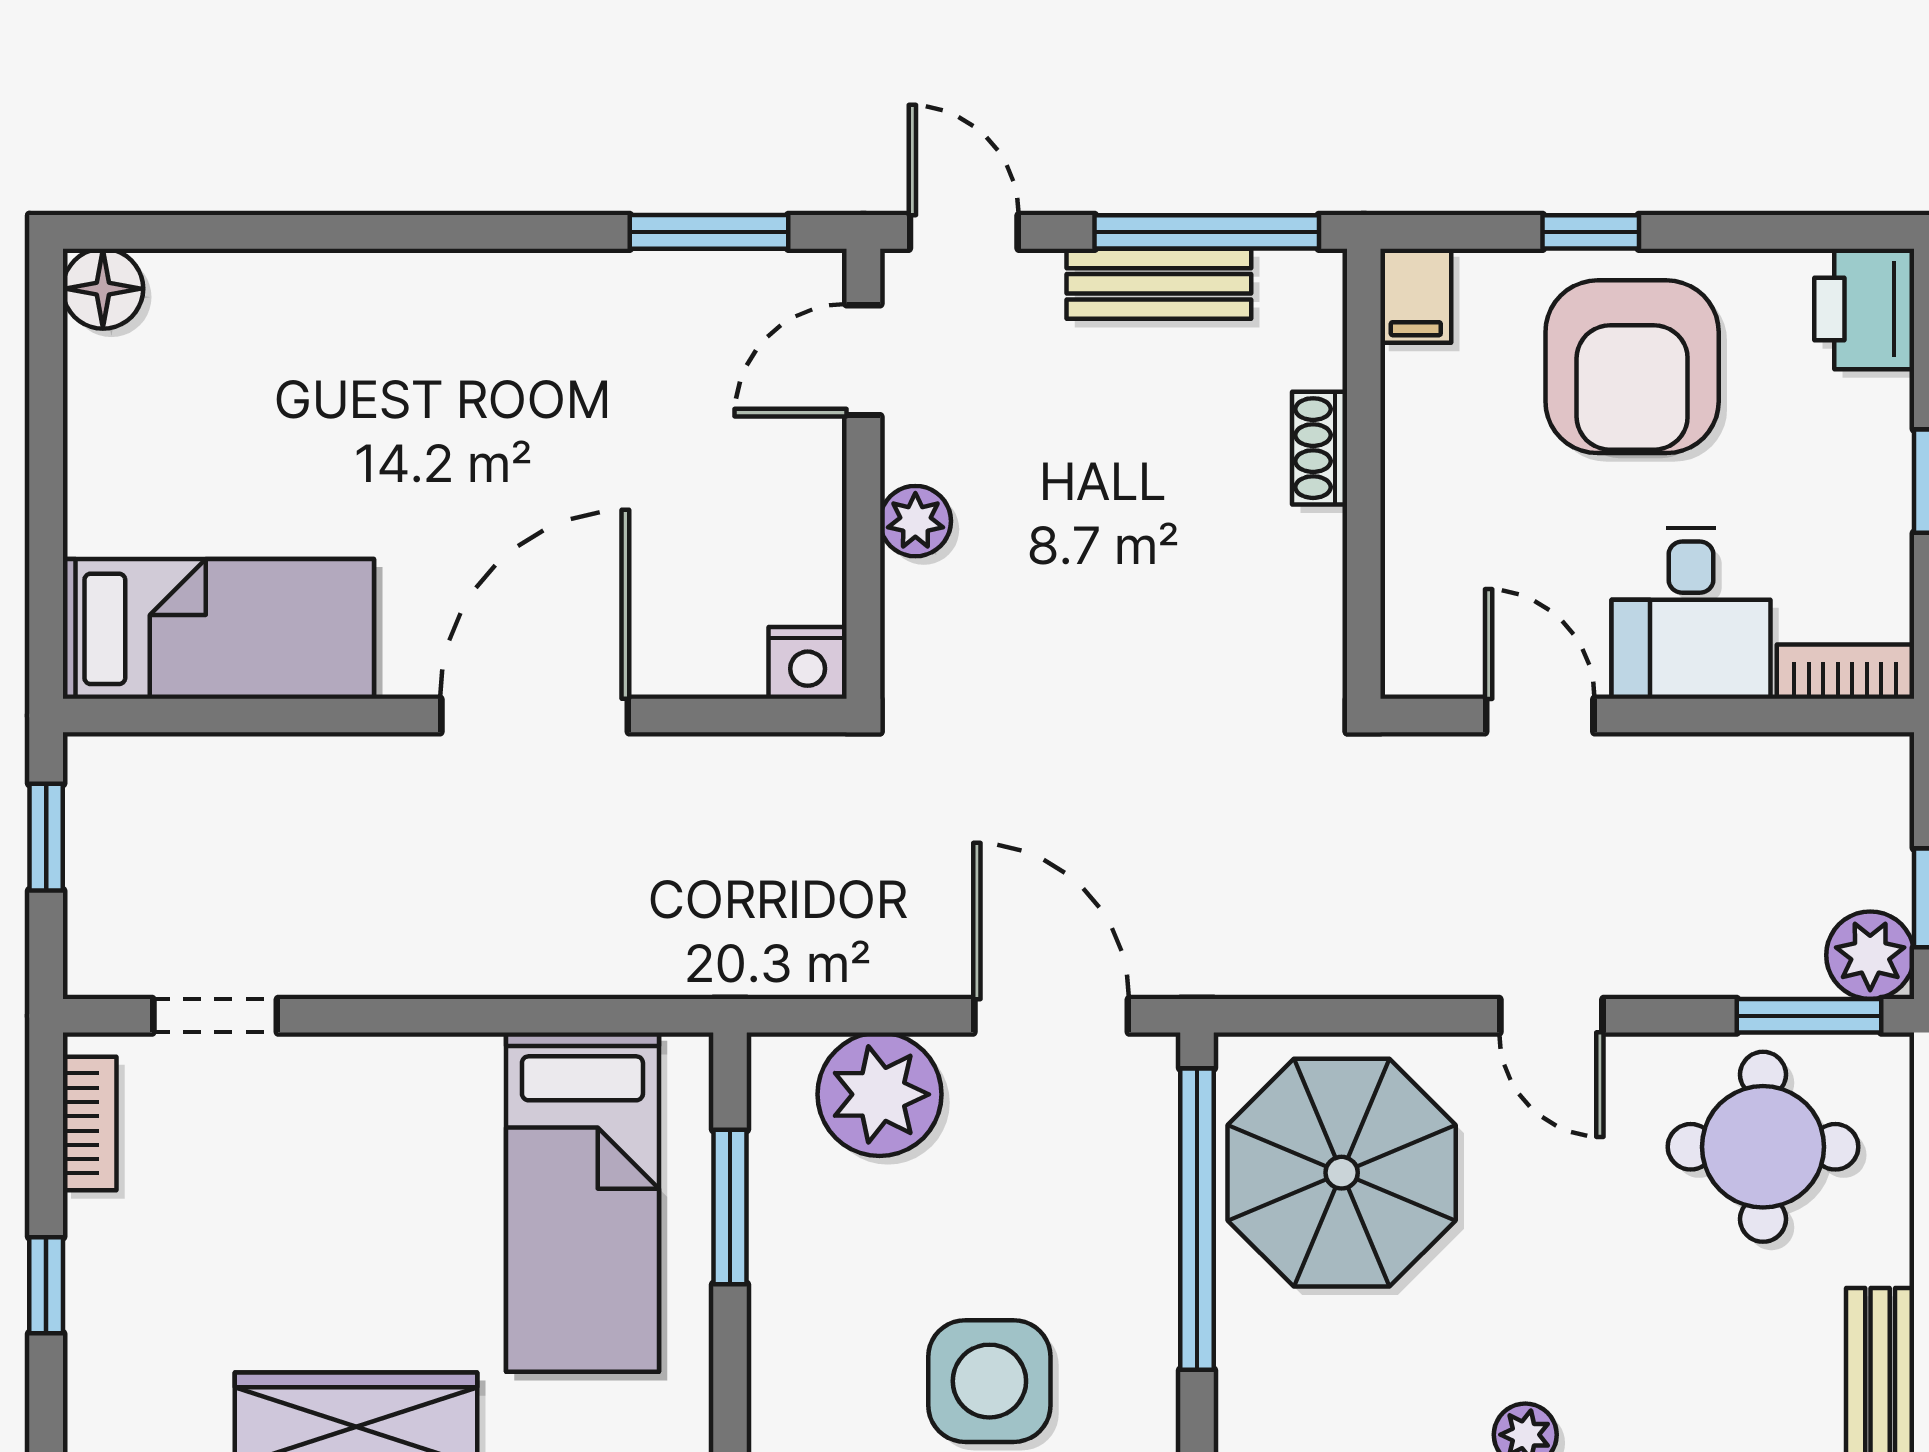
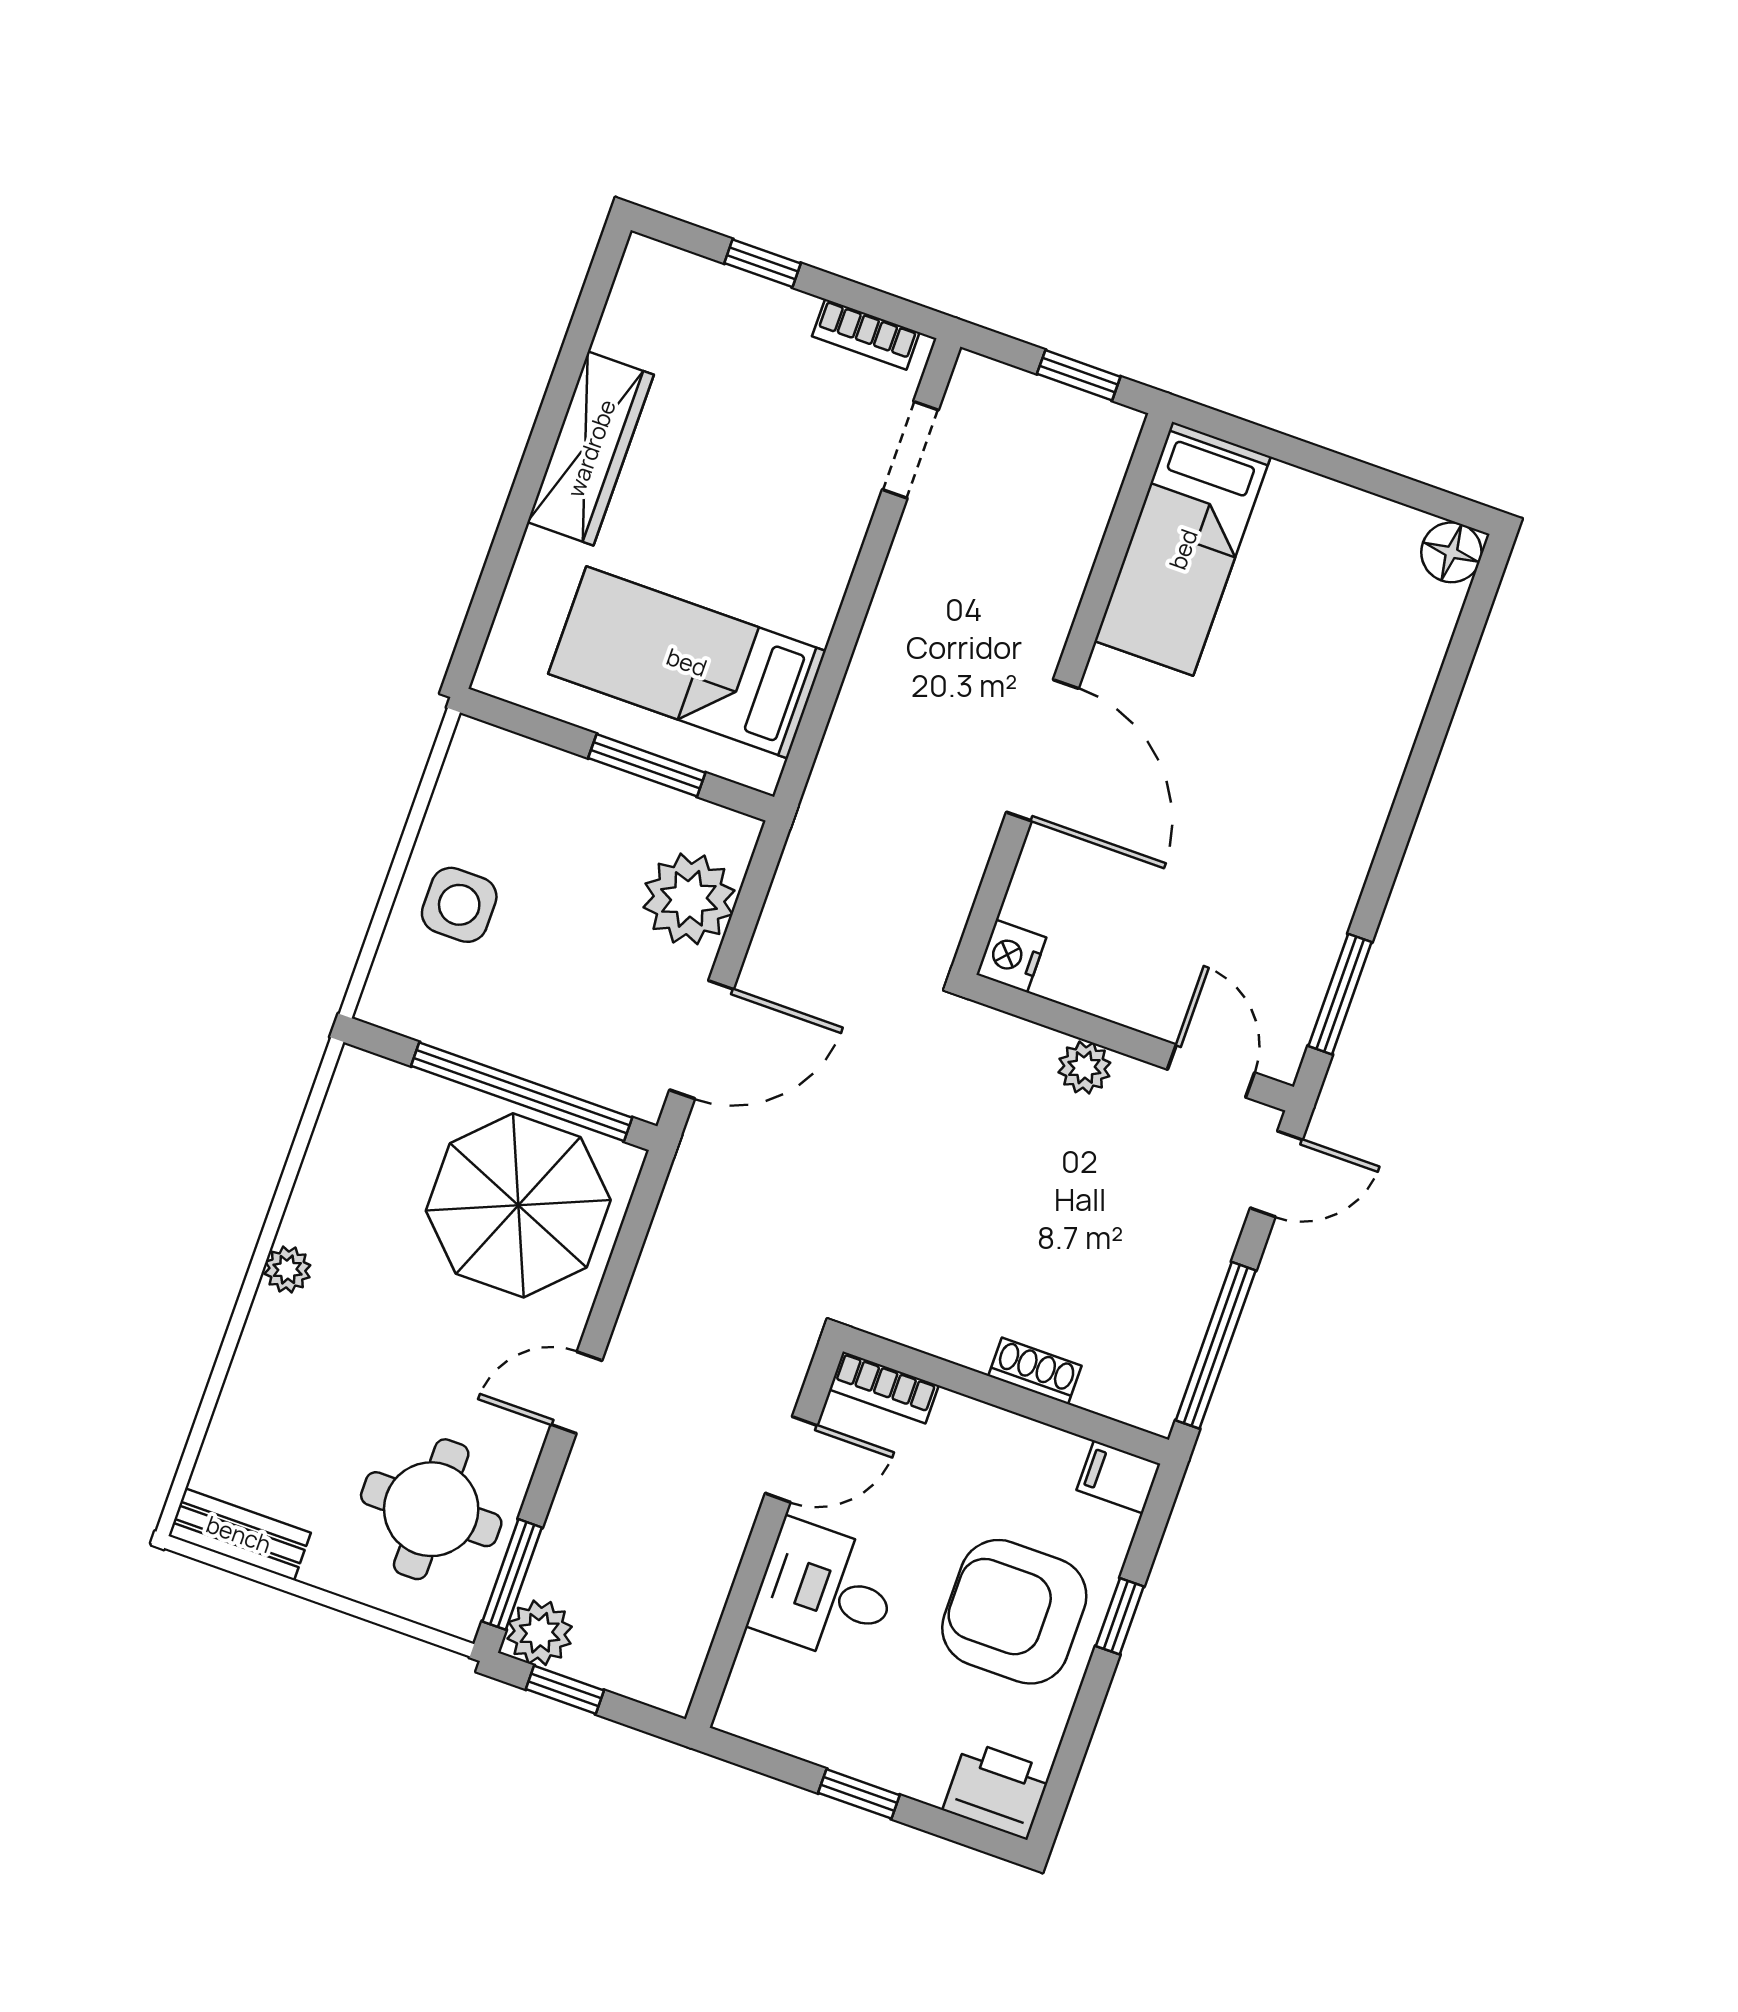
bench: (1159, 284) -> (1191, 1299), removed
bookcase: (1845, 672) -> (884, 1387), moved, turned 90
side table: (989, 1381) -> (459, 905), width x0.73, depth x0.73

